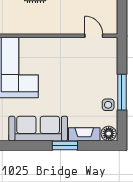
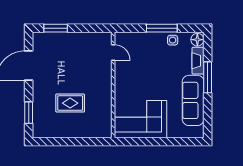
door: (94, 36) -> (113, 53), swing flipped
window: (65, 145) -> (208, 77), width x1.44

